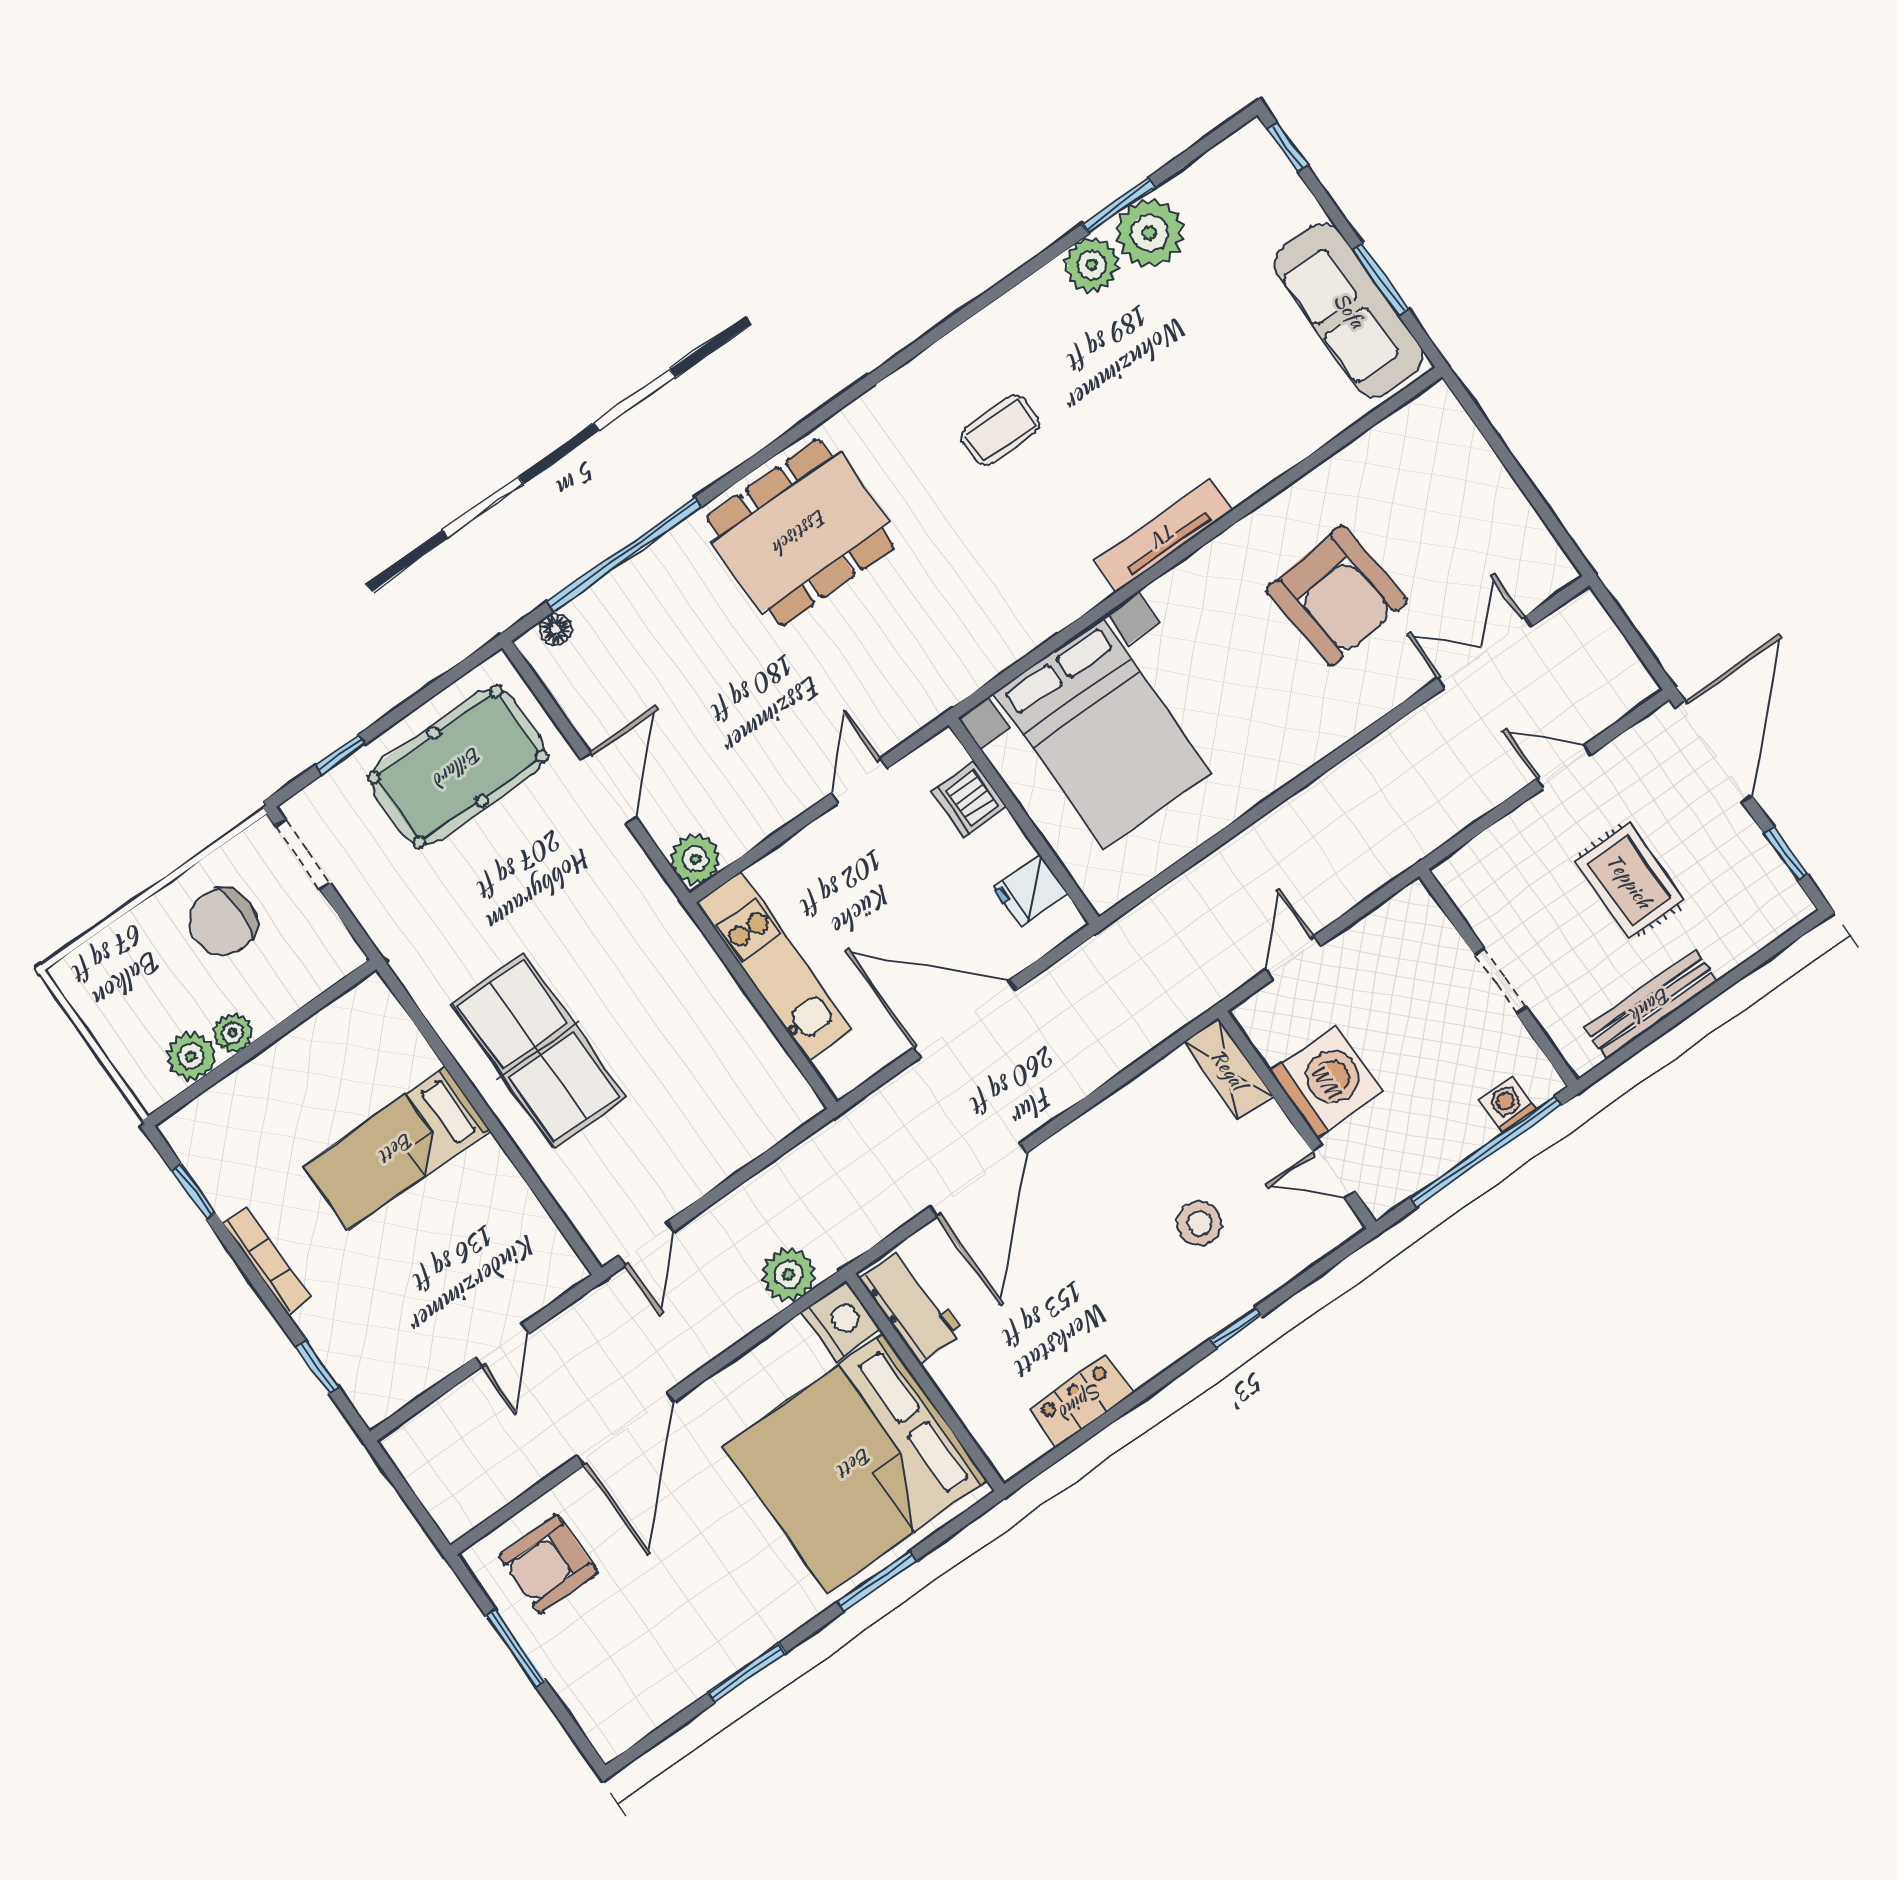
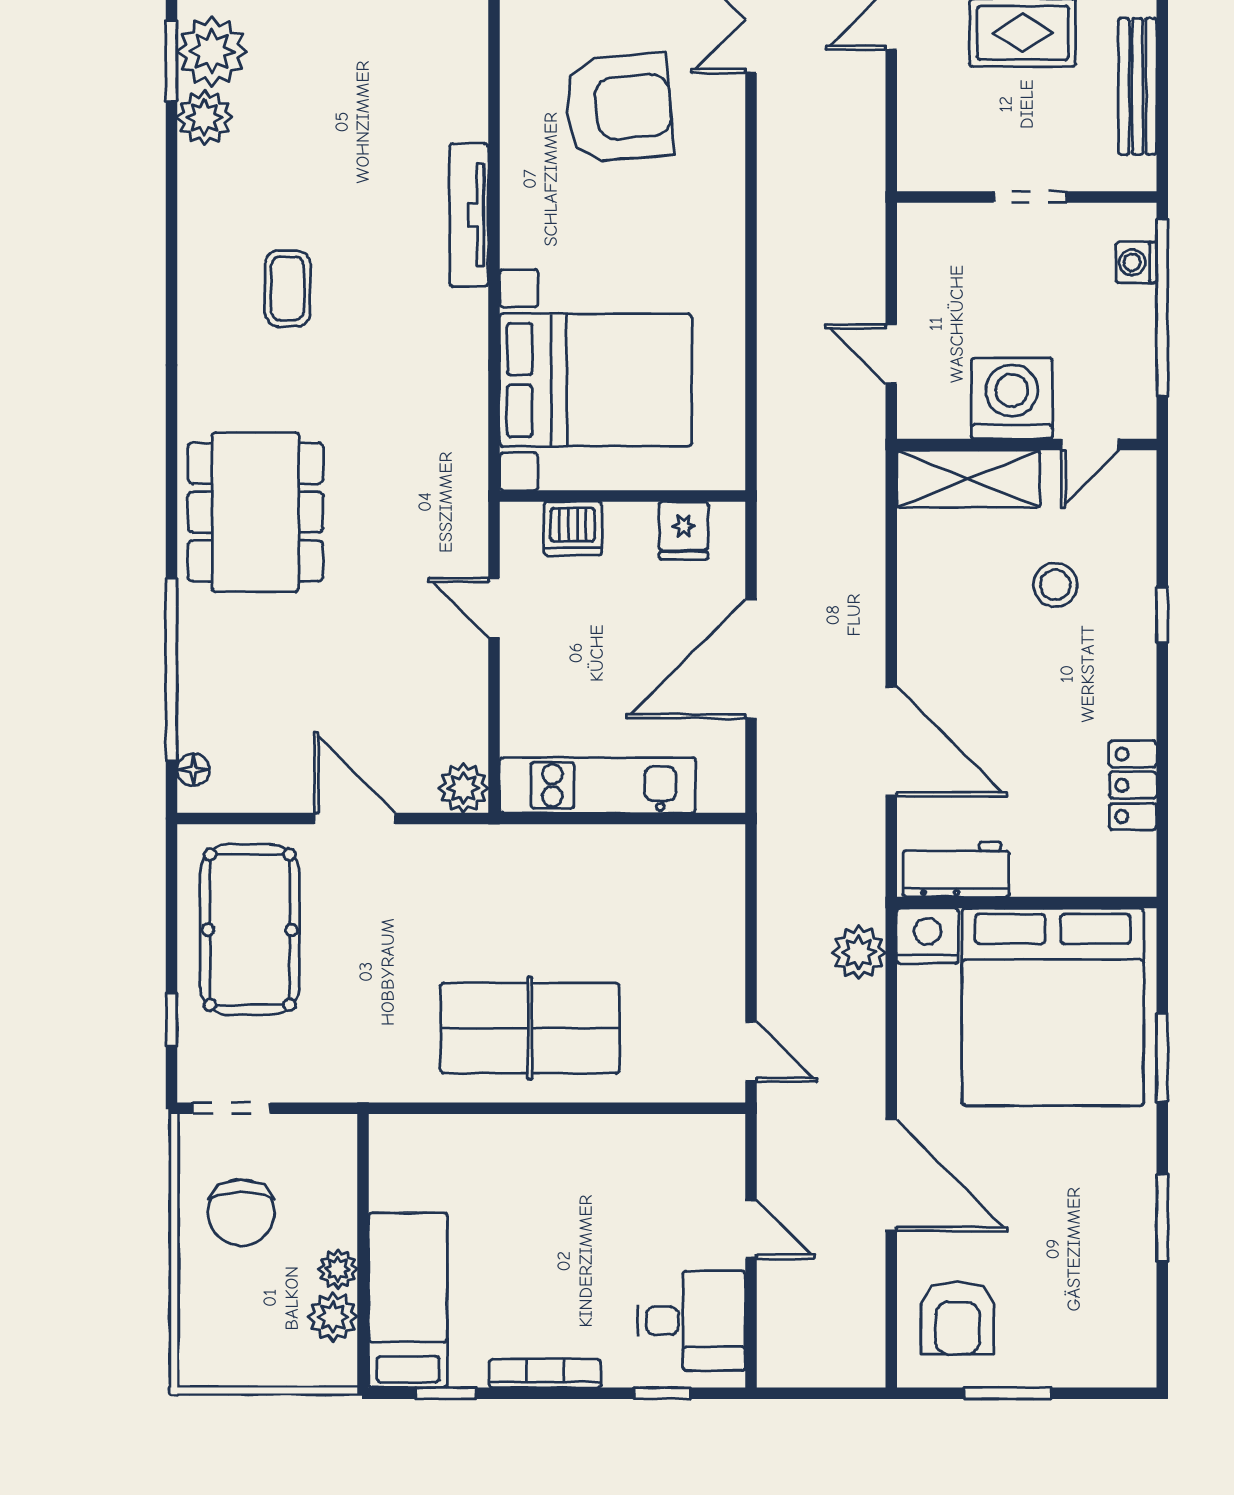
shelving: (1228, 1069) -> (968, 479), width x1.50, depth x1.33
bed: (397, 1148) -> (408, 1300), moved, turned 180
desk: (393, 1350) -> (692, 1321), added

